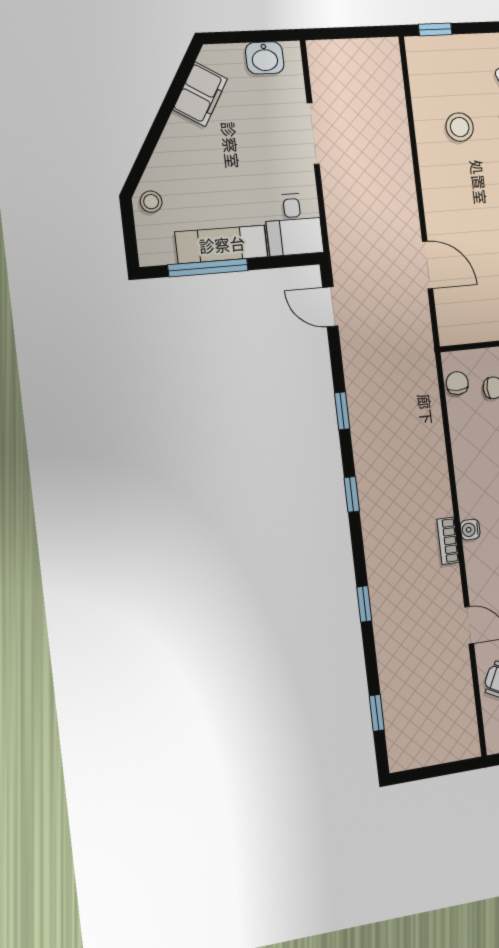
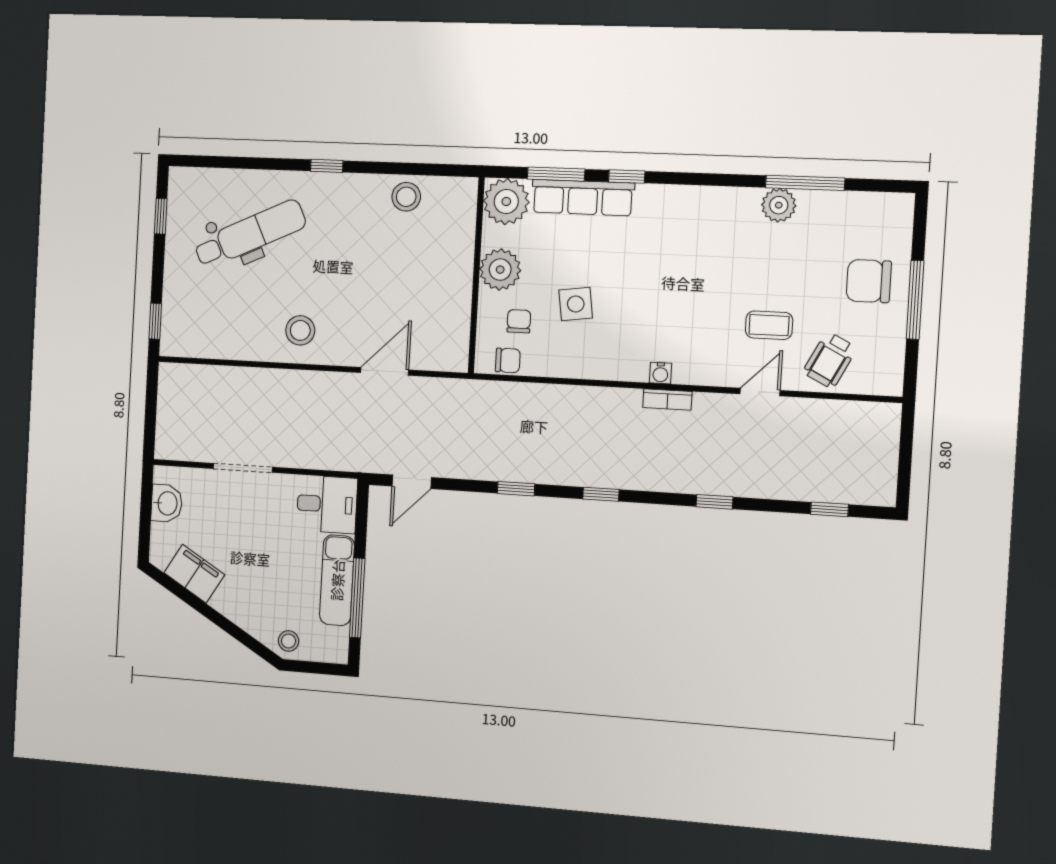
stool: (460, 127) -> (300, 330), moved
chair: (457, 383) -> (508, 360), turned 180

